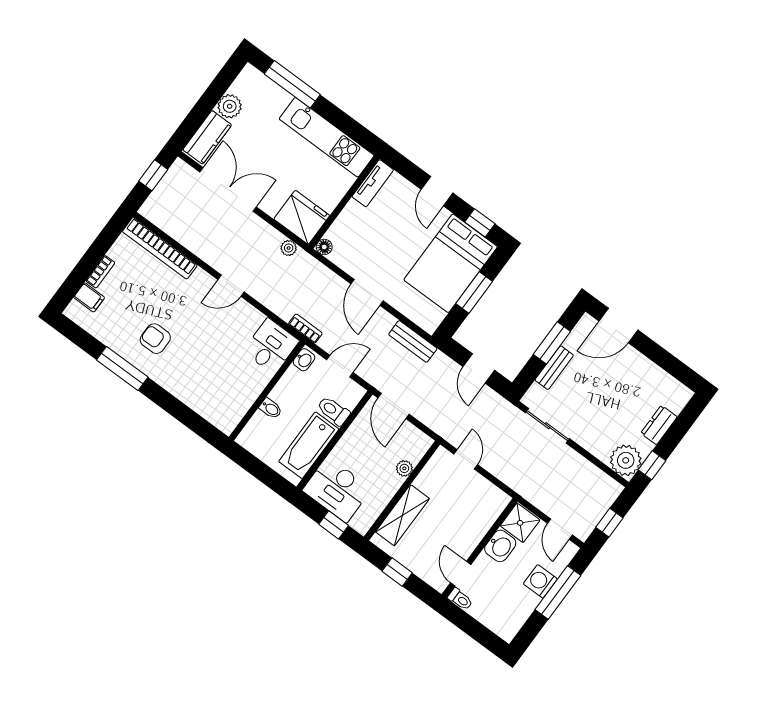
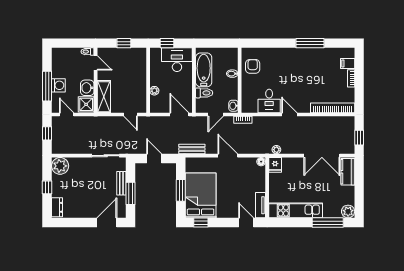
plant: (230, 106) -> (348, 211), moved
door: (437, 191) -> (246, 223), moved
fridge: (302, 217) -> (275, 165), width x0.53, depth x0.75
door: (231, 286) -> (289, 115), hinge flipped
armchair: (155, 339) -> (253, 66), moved, turned -90
desk: (271, 346) -> (269, 101), moved
dresser: (659, 425) -> (57, 207), moved
window: (652, 465) -> (47, 187), moved
shelving: (402, 515) -> (104, 97), moved

